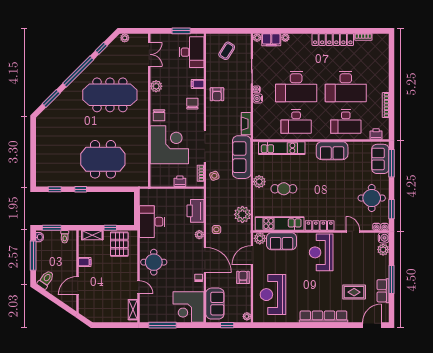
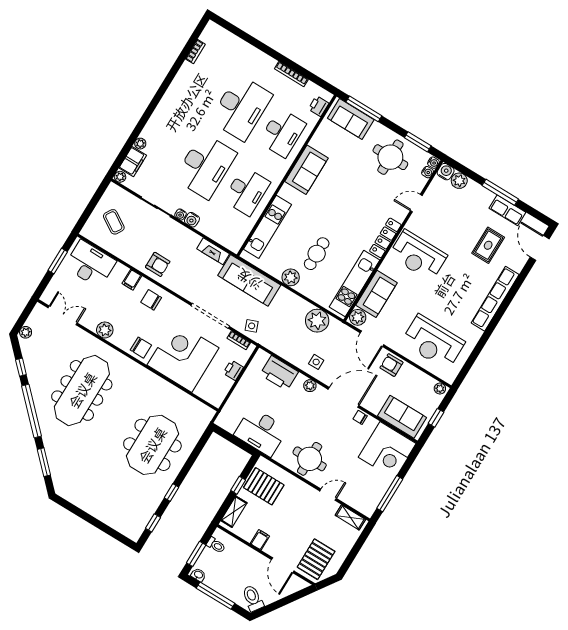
locker: (333, 40) -> (177, 89), removed
pallet: (94, 304) -> (316, 559), added

